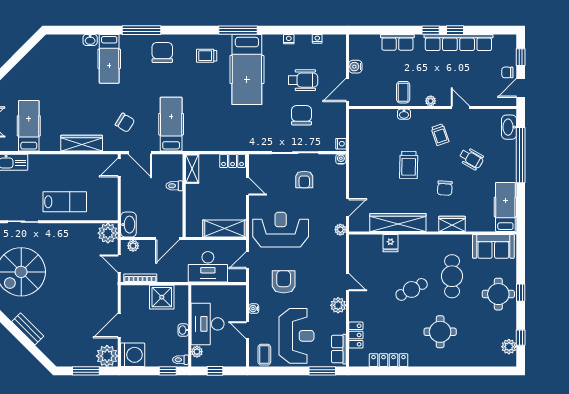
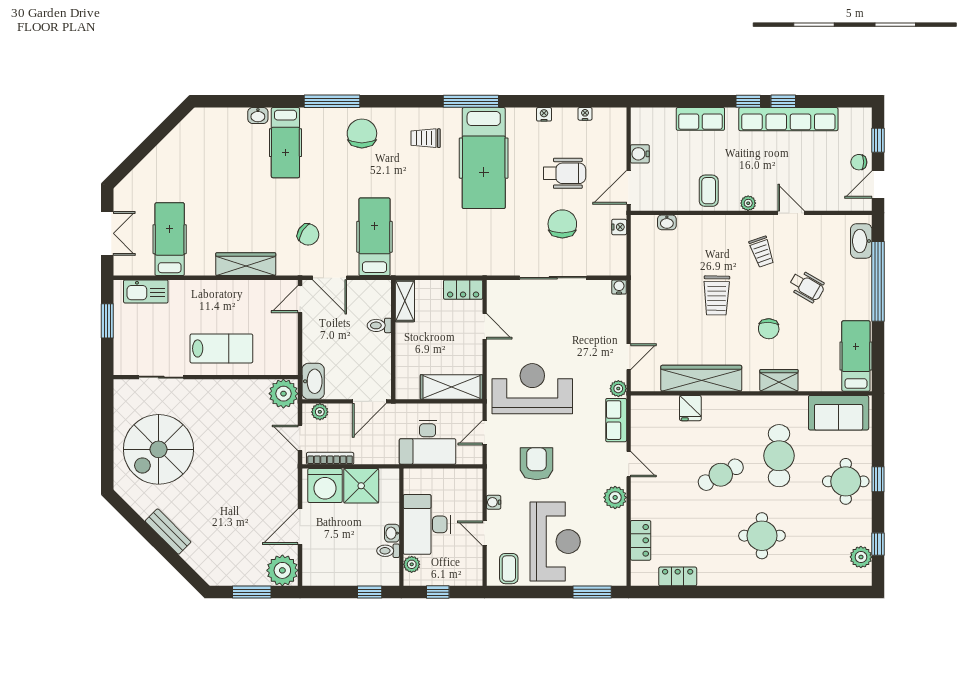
washbasin: (404, 114) -> (667, 222), moved
nightstand: (341, 144) -> (619, 227), moved
armchair: (304, 179) -> (566, 316), removed
row of seats: (339, 349) -> (616, 420), moved
washing machine: (133, 355) -> (325, 485), moved, turned 90
toilet: (181, 360) -> (388, 551), moved
locker: (388, 360) -> (678, 576), width x0.66

